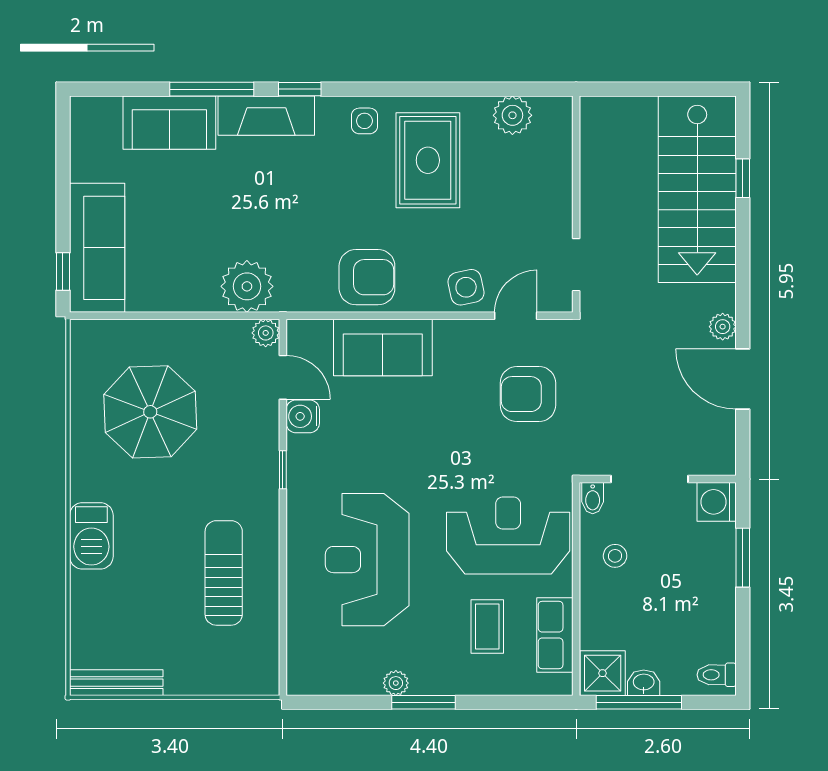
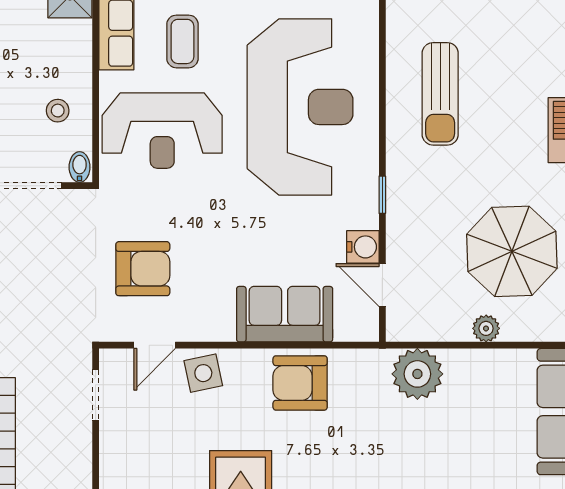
plant: (266, 333) -> (486, 328), moved
reception desk: (367, 560) -> (300, 107), width x1.36, depth x1.30

